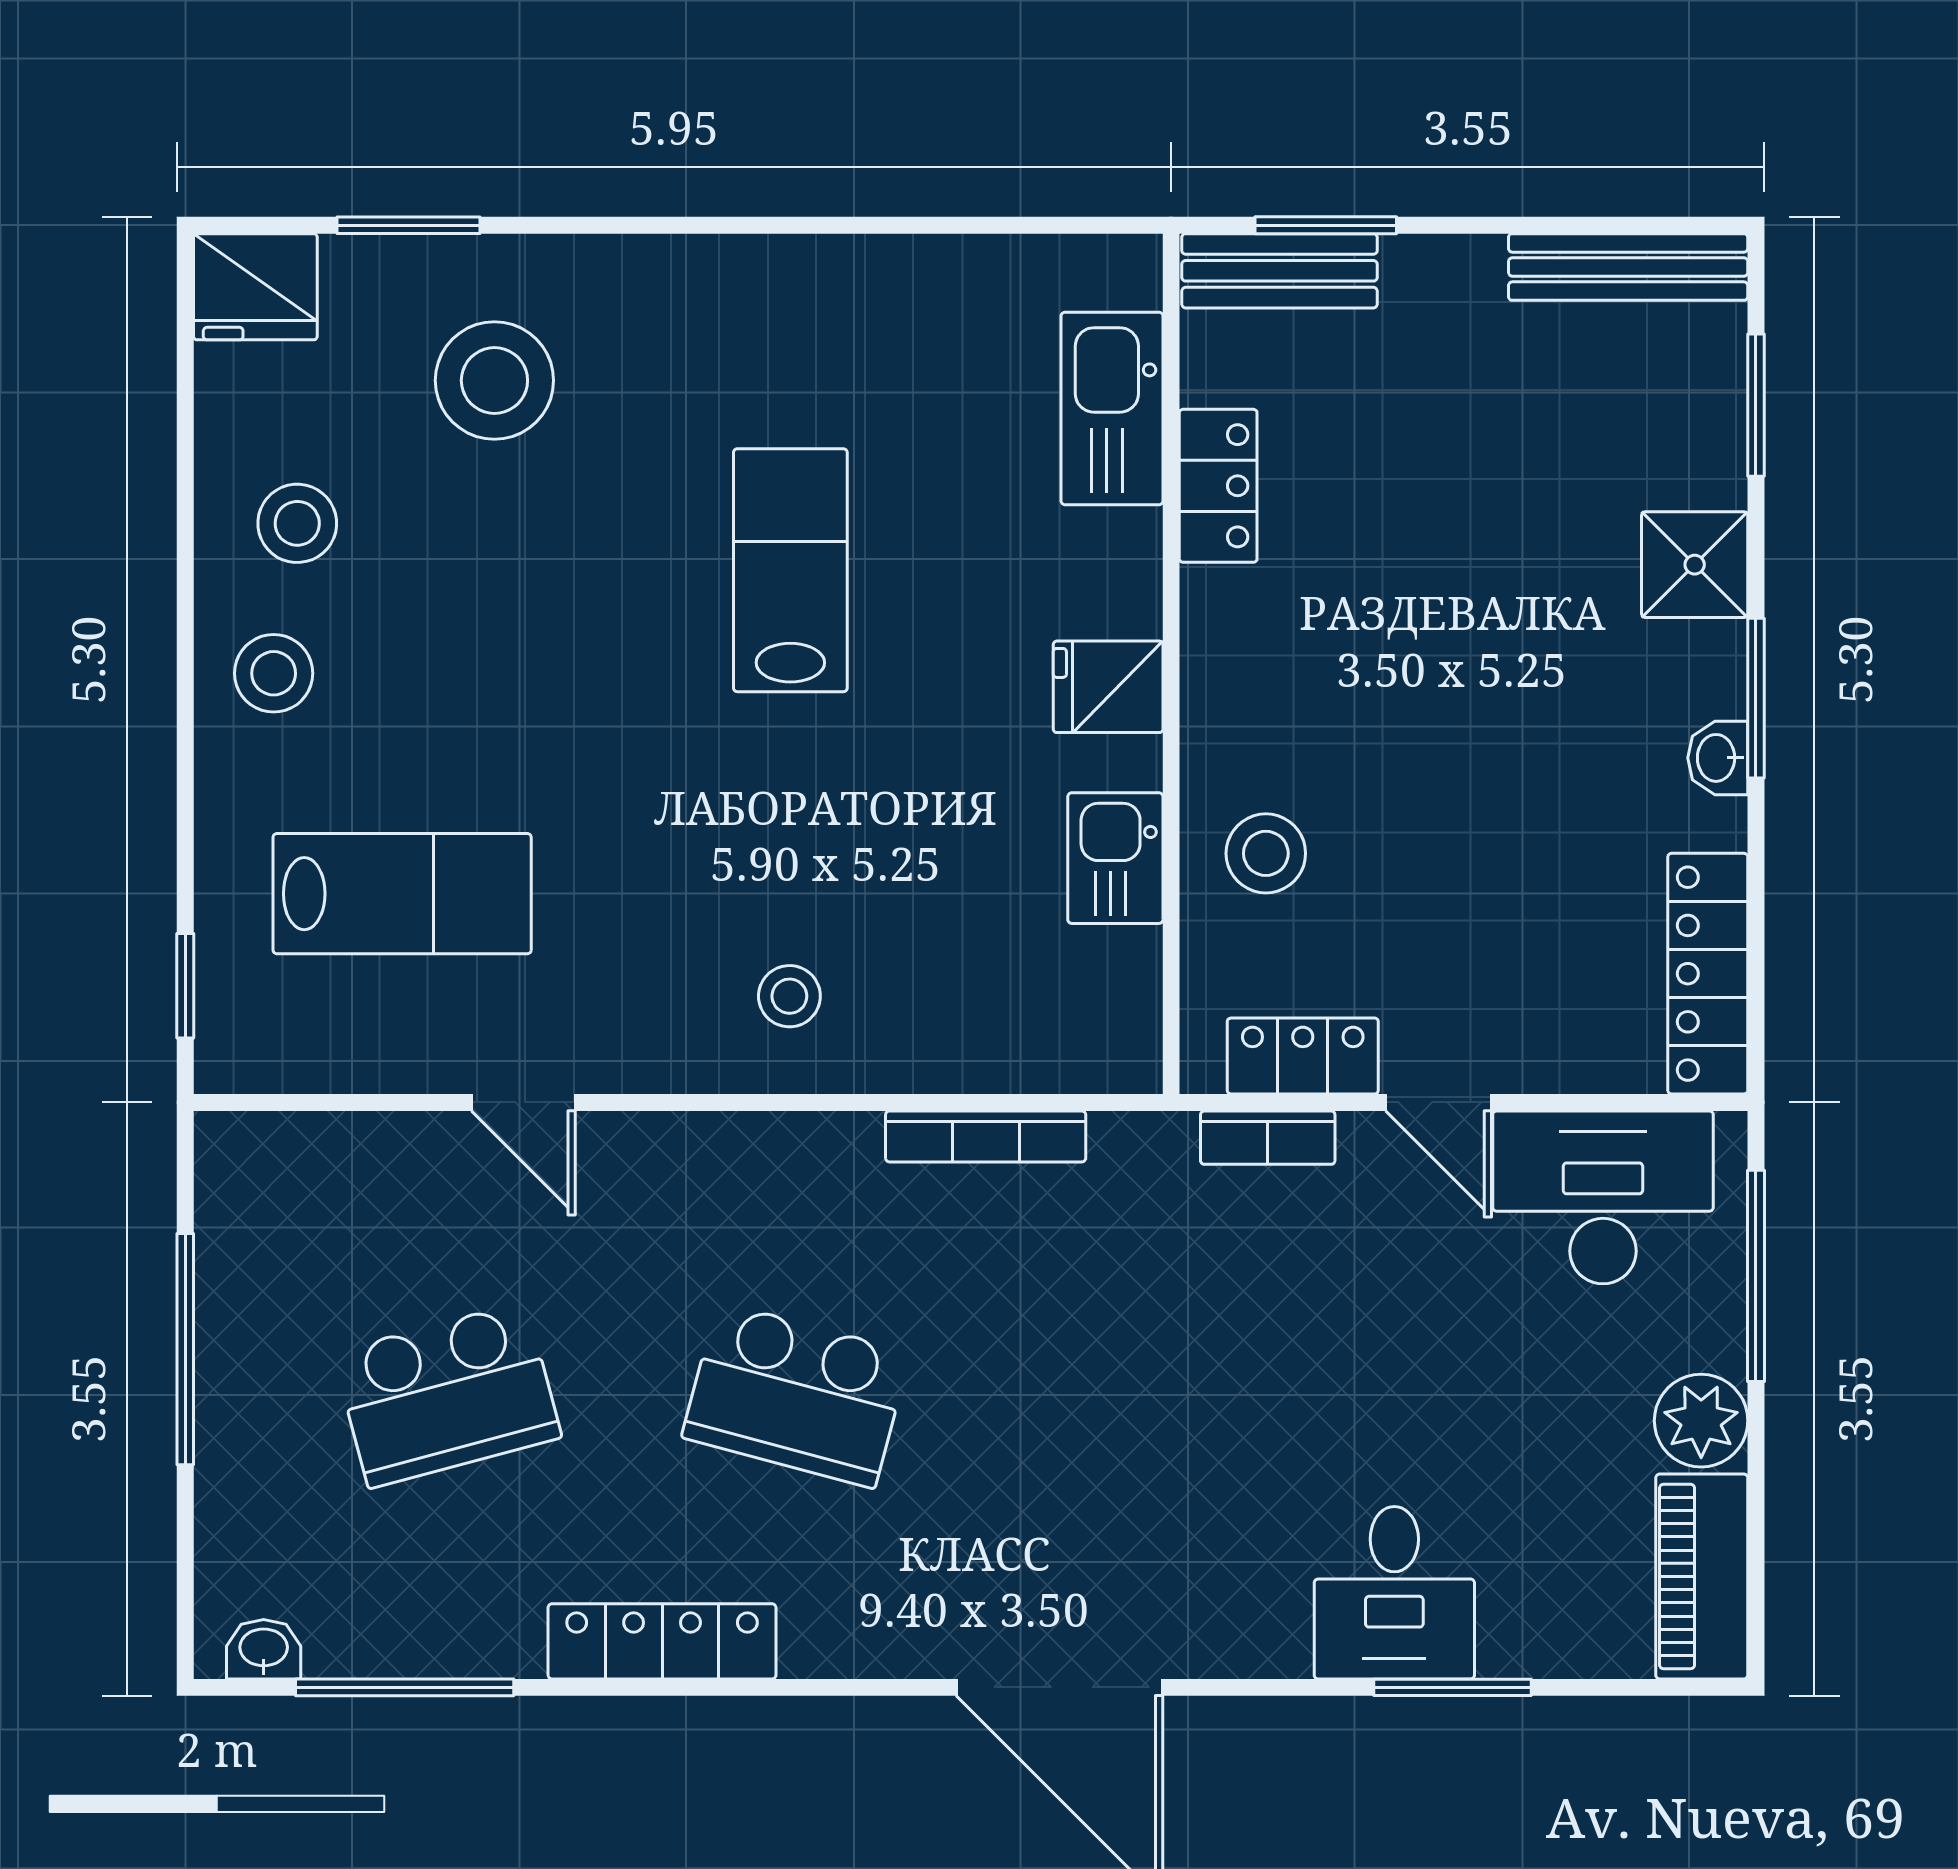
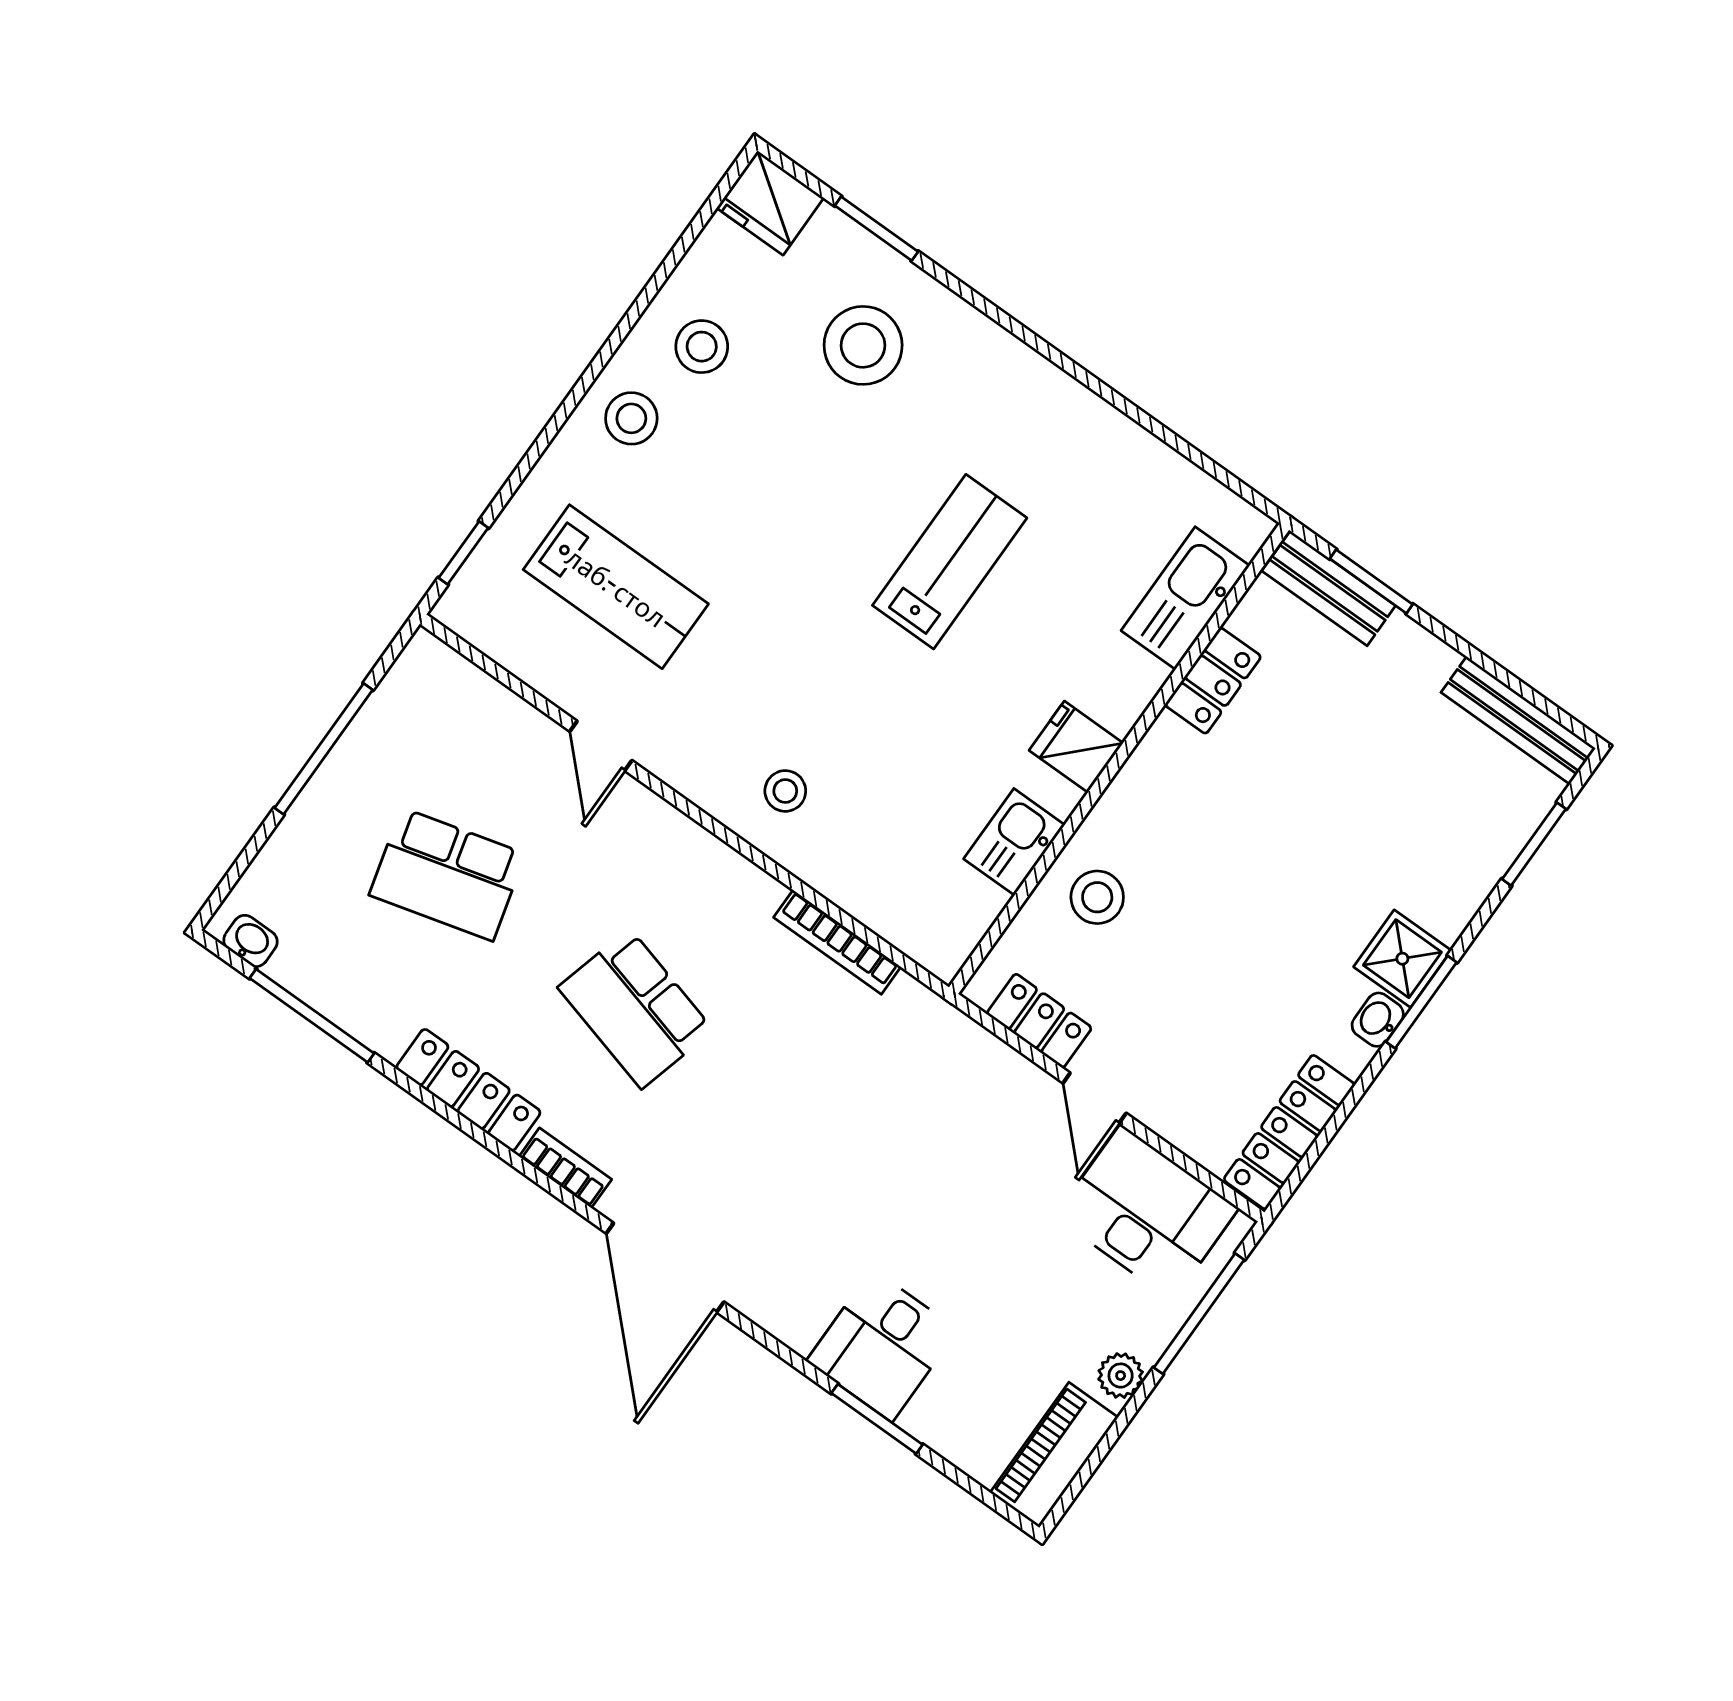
shower: (1695, 565) -> (1402, 959), moved
bookcase: (1268, 1138) -> (565, 1168), moved, turned 180
plant: (1701, 1421) -> (1121, 1376), width x0.73, depth x0.73

